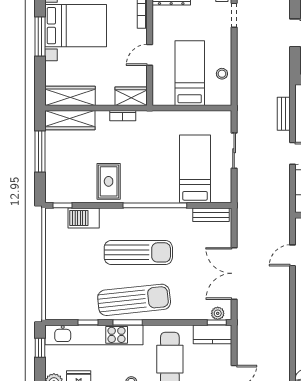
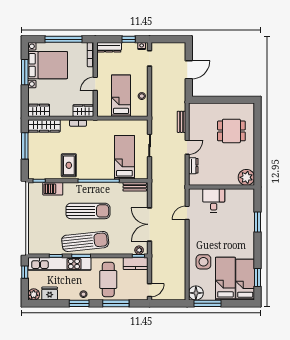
wardrobe: (70, 96) -> (39, 110), width x0.67

